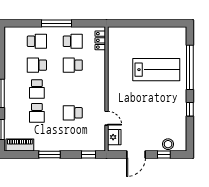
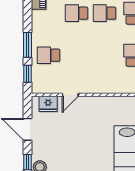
school desk: (73, 113) -> (49, 55), moved, turned -90
window: (49, 155) -> (28, 45), moved

